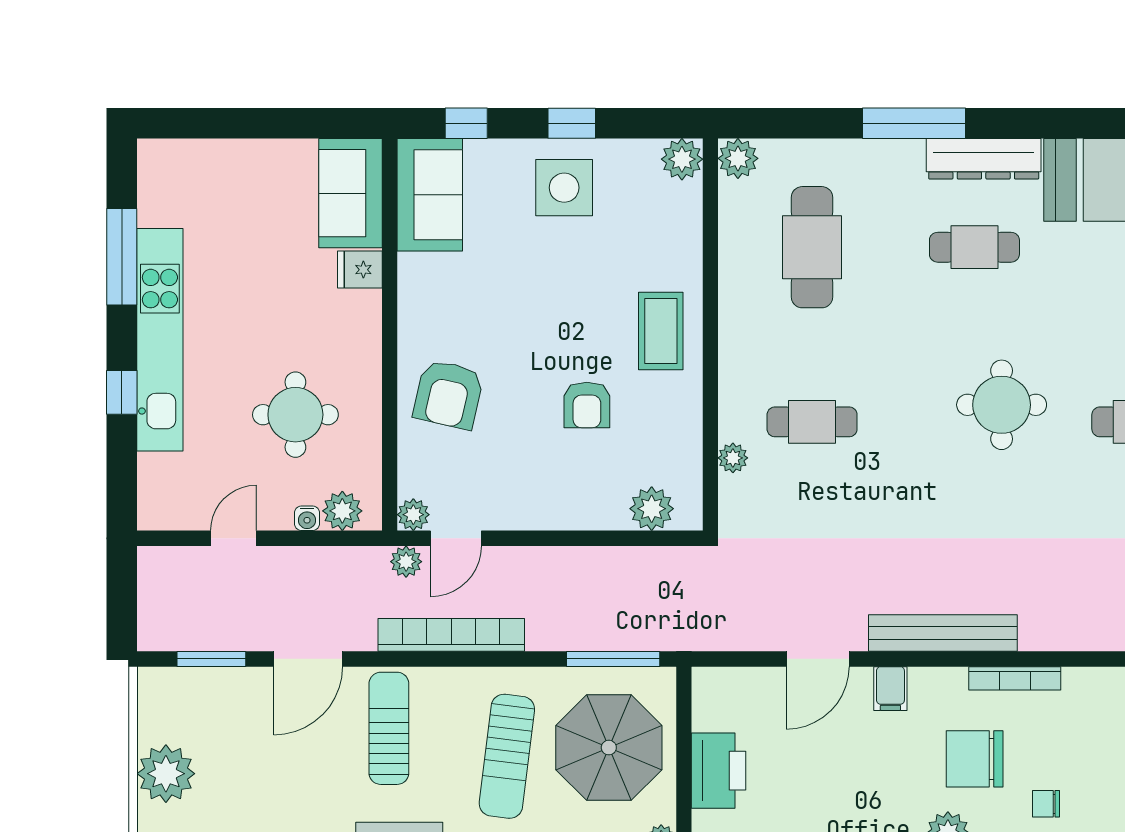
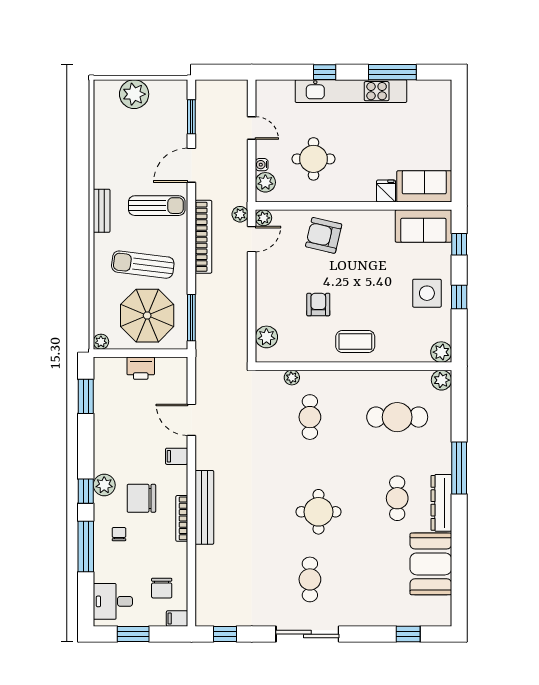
armchair: (587, 405) -> (318, 305), turned 90
door: (456, 538) -> (252, 239), swing flipped
bench: (943, 633) -> (204, 507), moved
door: (308, 659) -> (191, 165), hinge flipped
chair: (975, 759) -> (141, 498), turned -90
printer: (719, 771) -> (141, 368), width x0.73, depth x0.84

